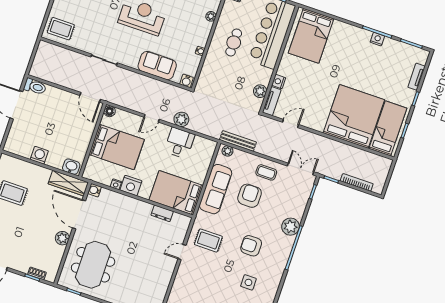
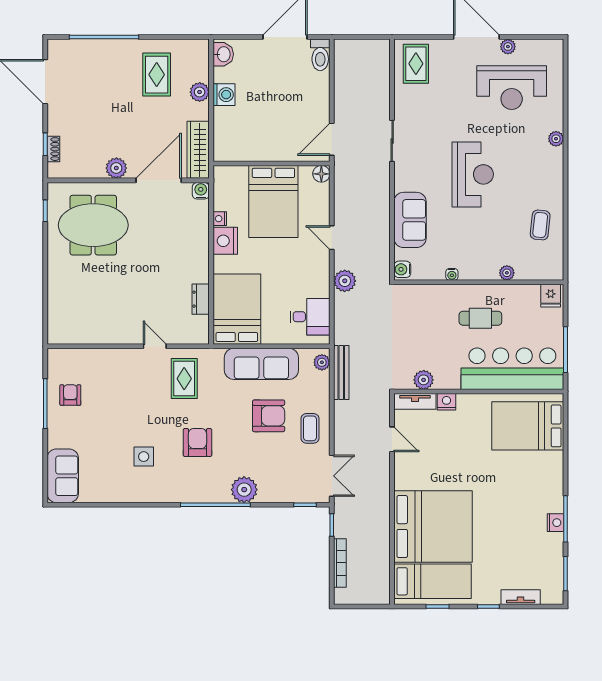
desk: (179, 143) -> (310, 317), moved
washbasin: (71, 167) -> (223, 54), moved
plant: (32, 170) -> (200, 92), added

